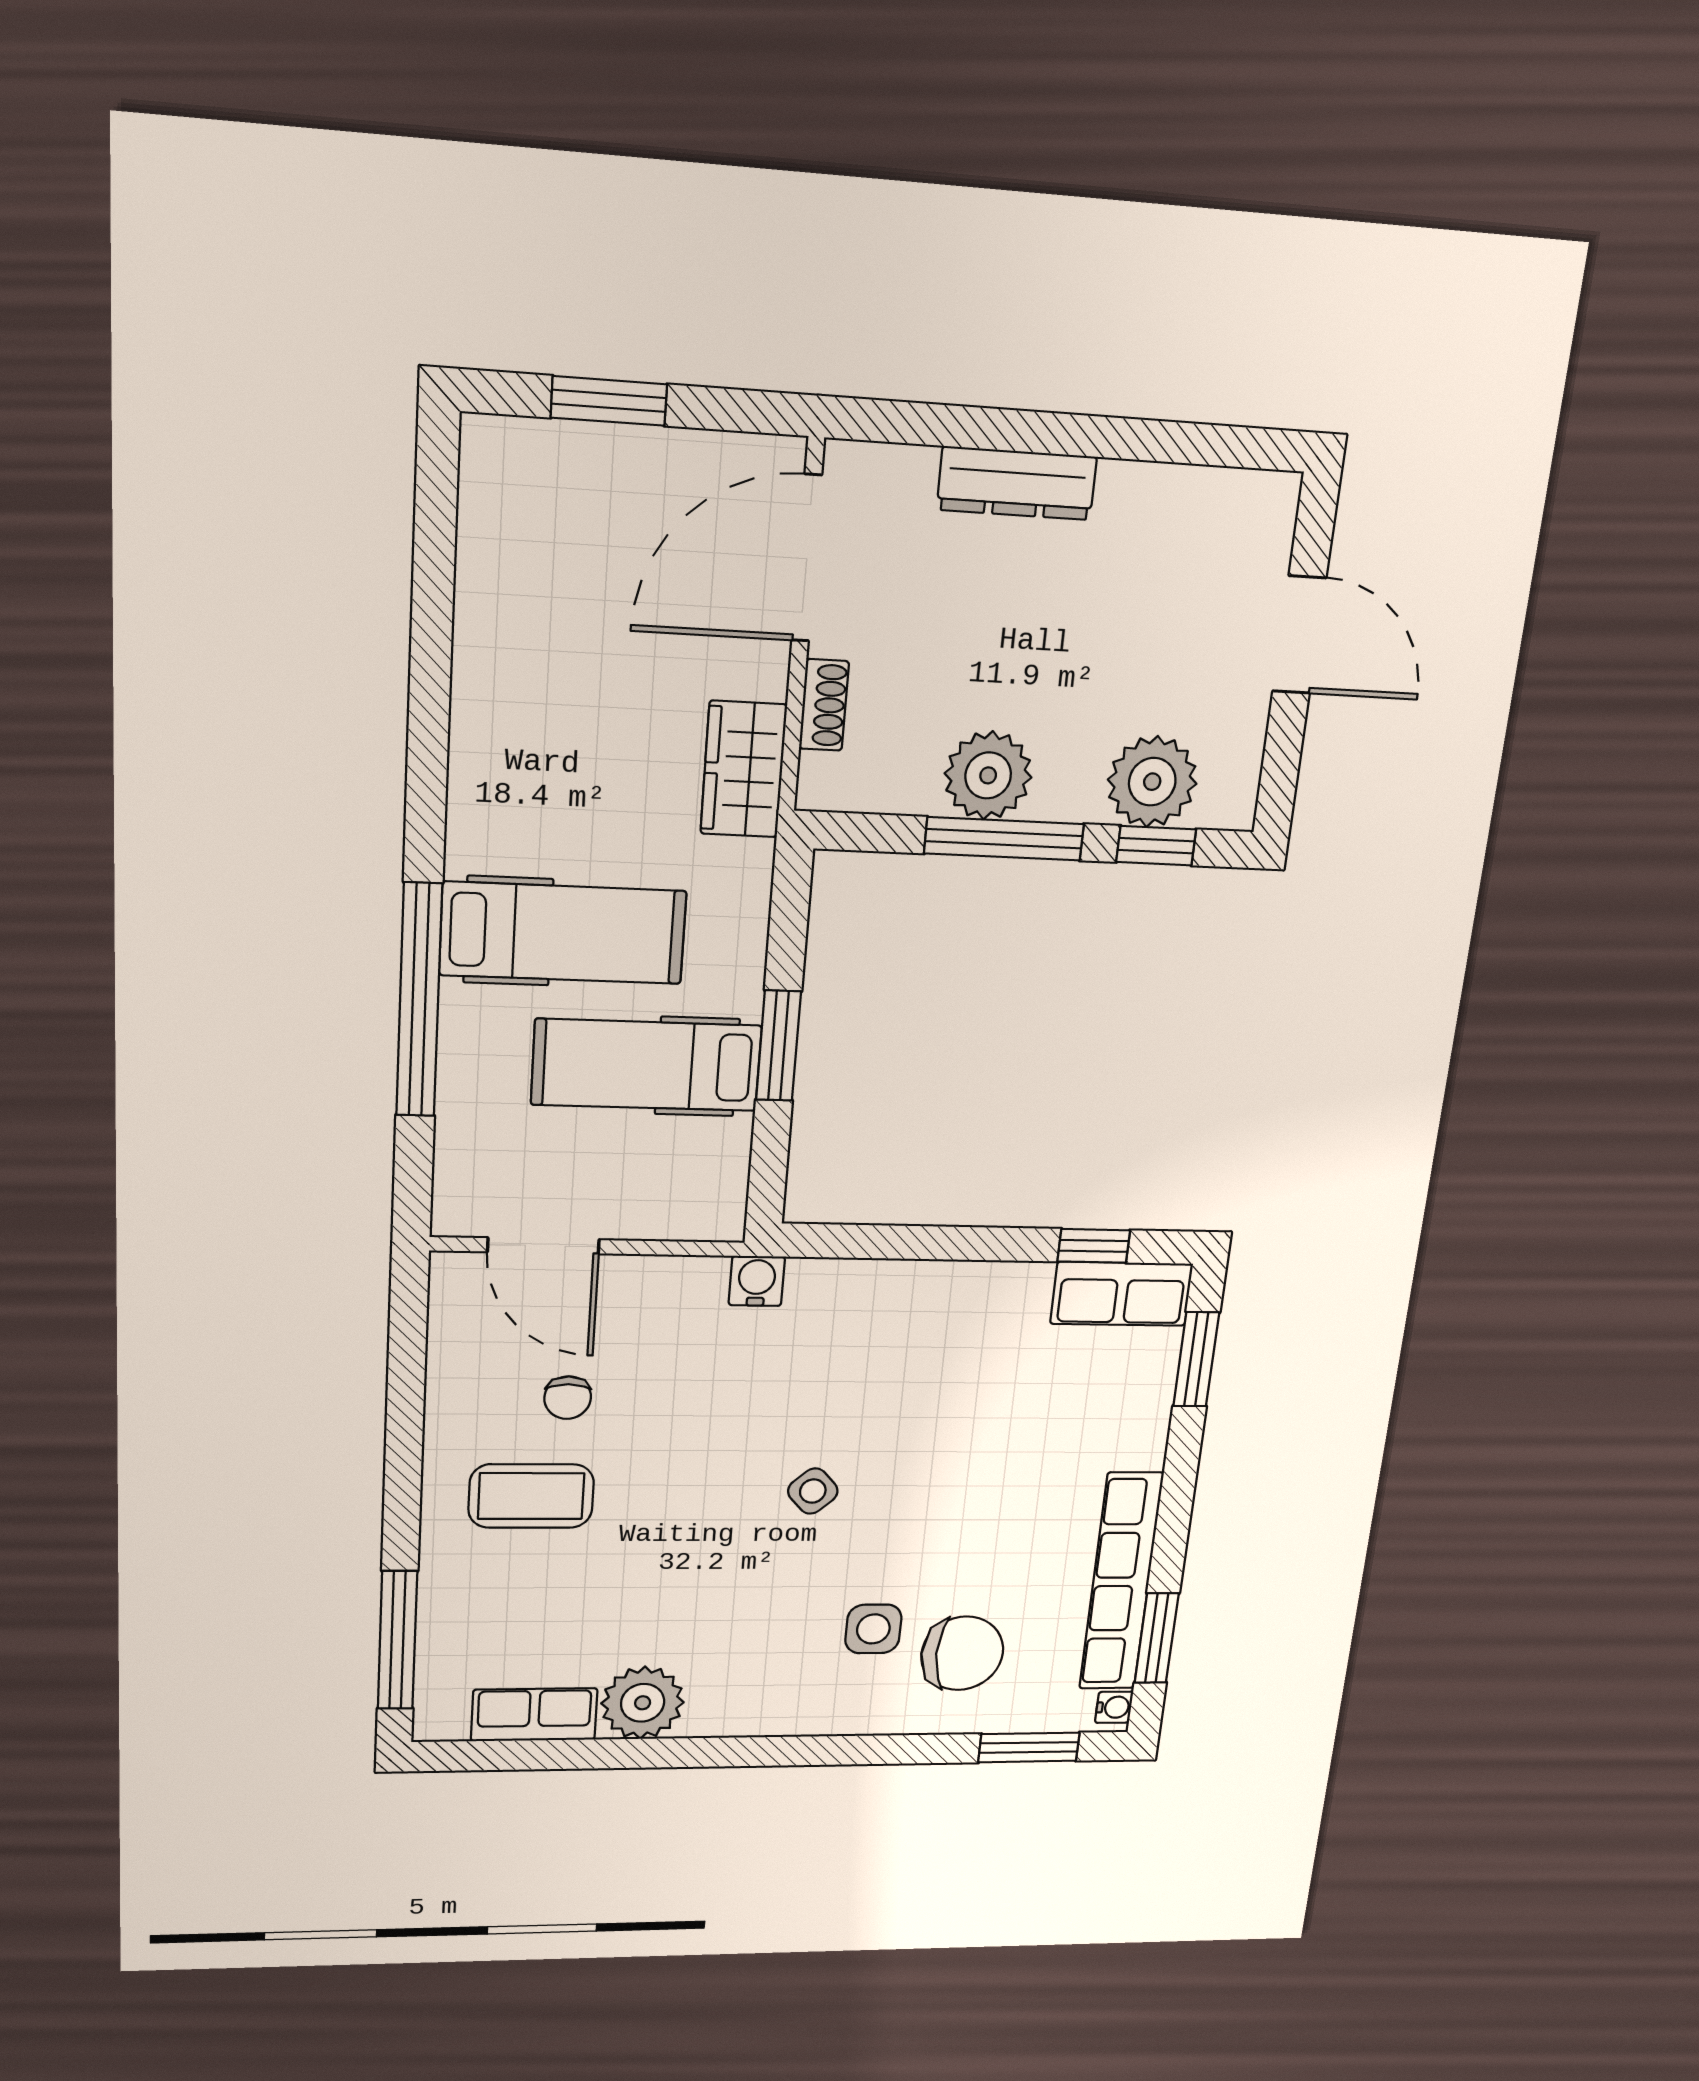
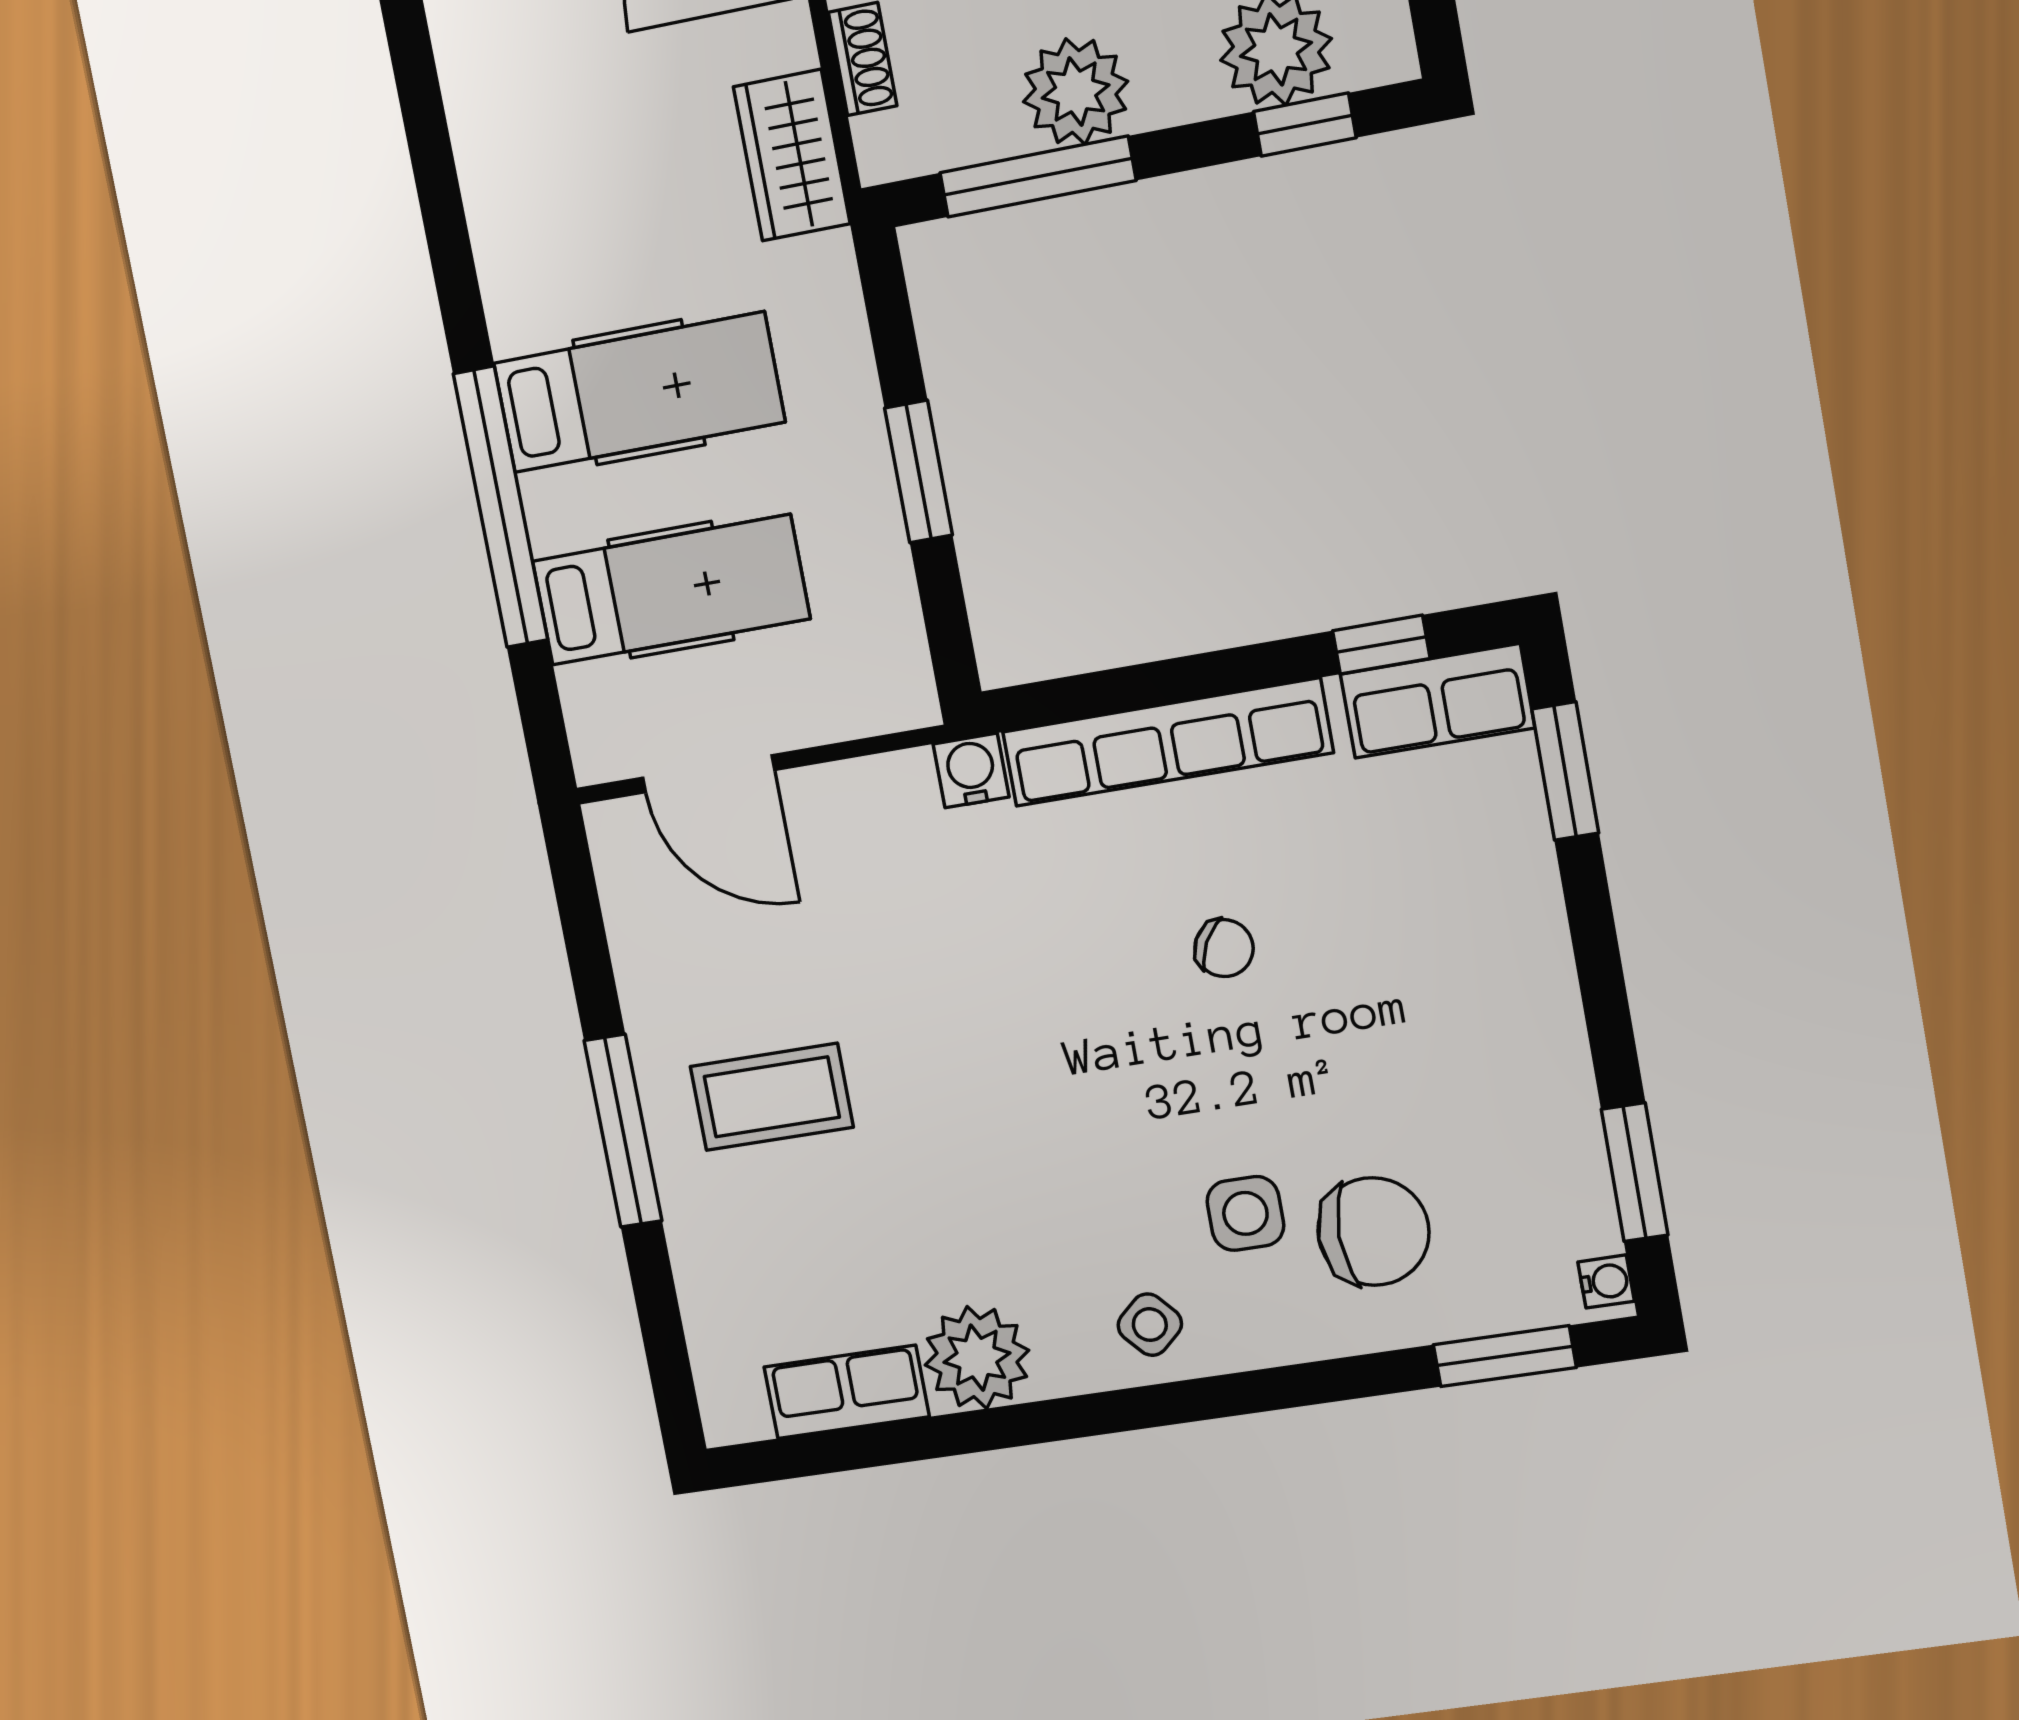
window: (1004, 839) -> (1038, 177), moved
hospital bed: (647, 1065) -> (671, 590), moved, turned 180
chair: (568, 1398) -> (1224, 948), moved, turned -62
side table: (813, 1491) -> (1150, 1325), moved
row of seats: (1121, 1582) -> (1167, 742), moved, turned -90
window: (397, 1640) -> (623, 1131), moved

